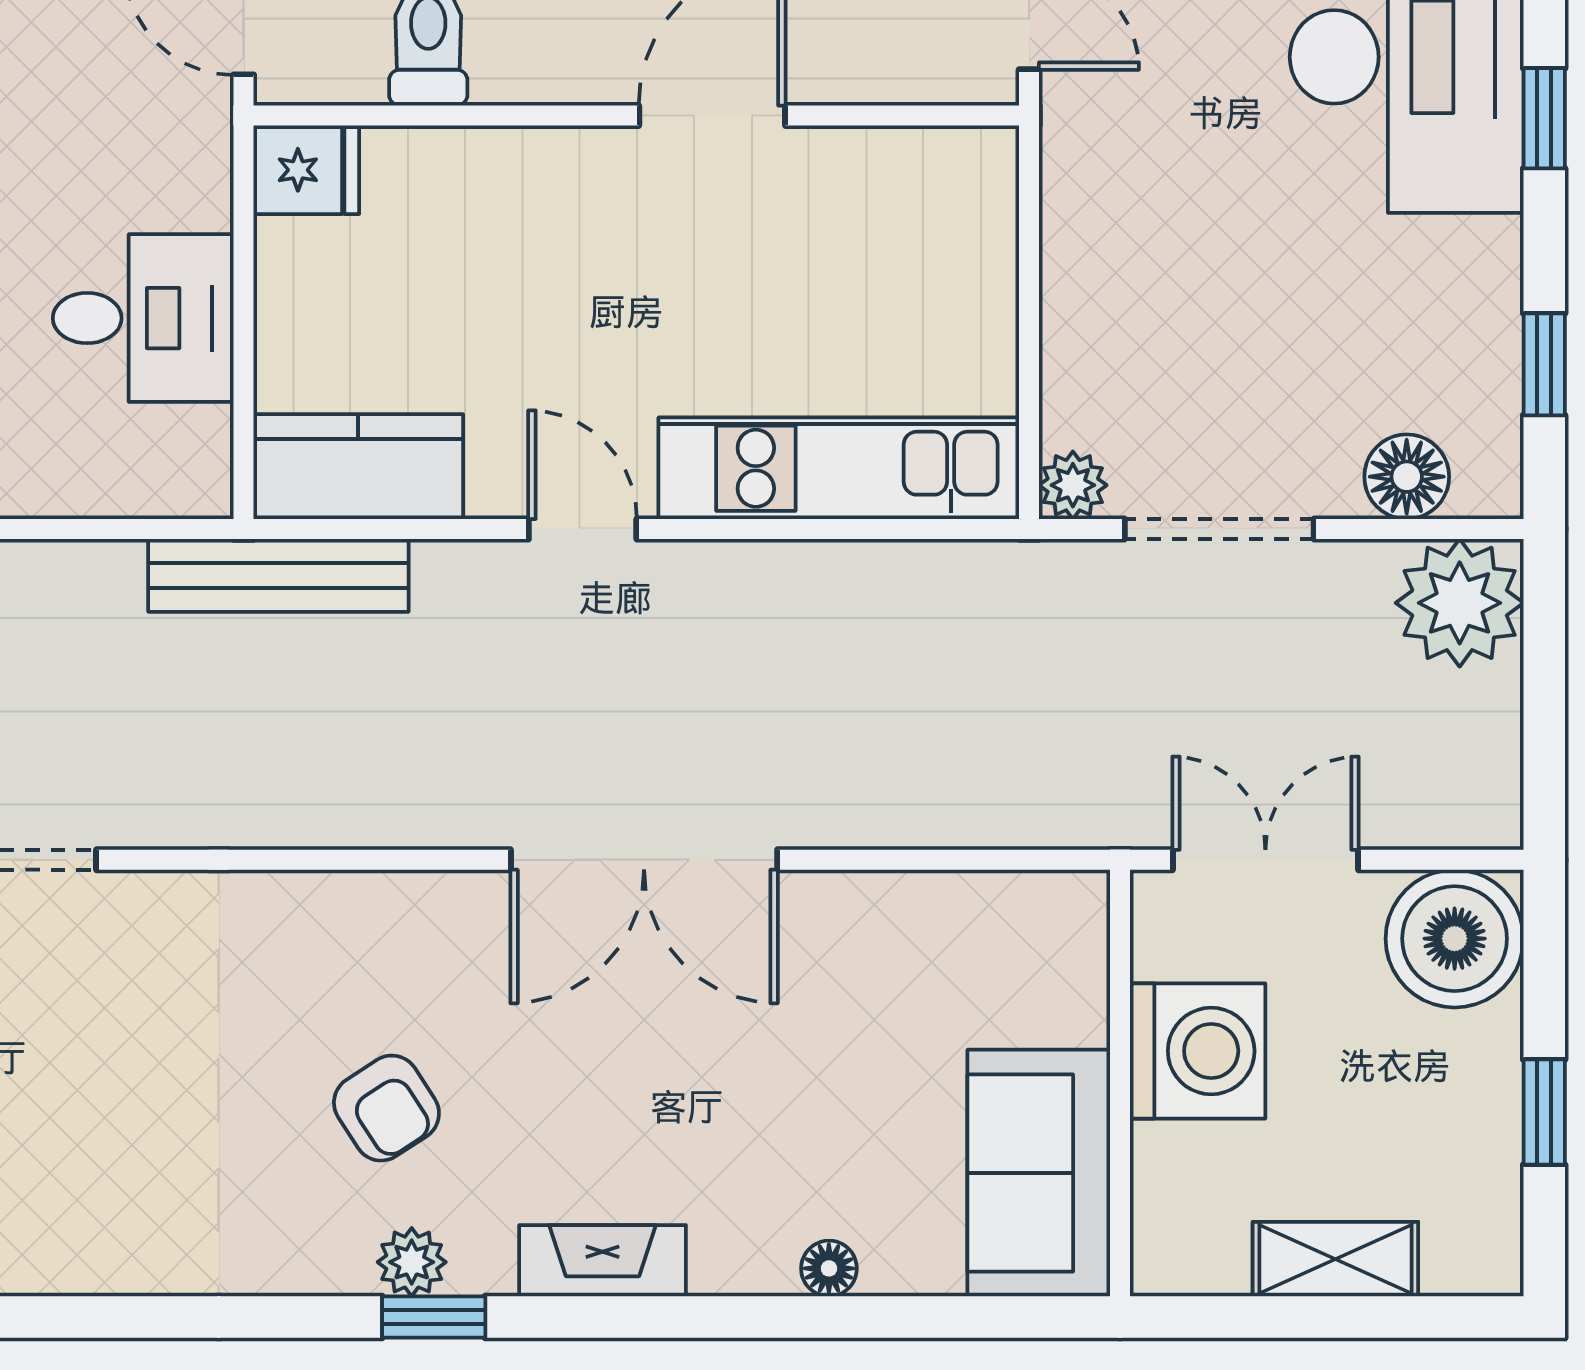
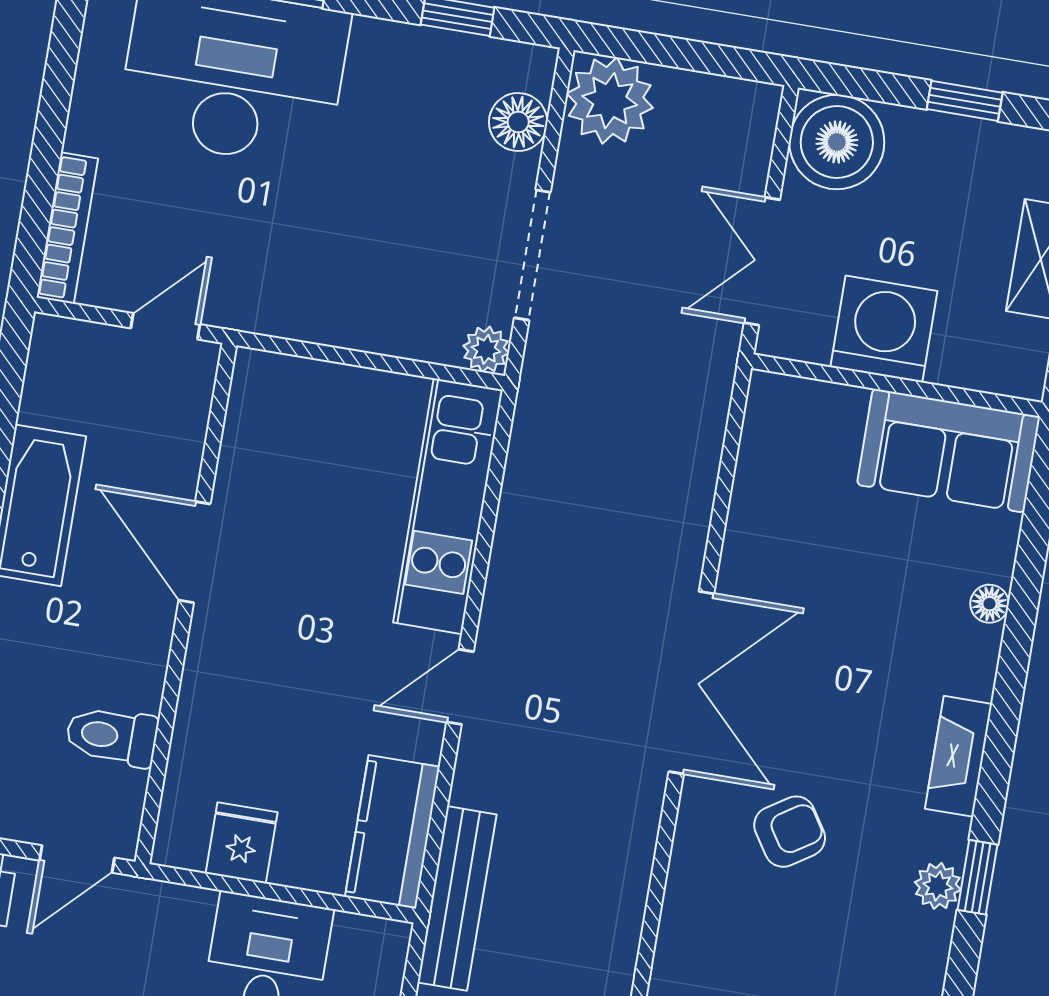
fridge: (306, 170) -> (242, 843), moved
armchair: (386, 1108) -> (790, 832), moved

